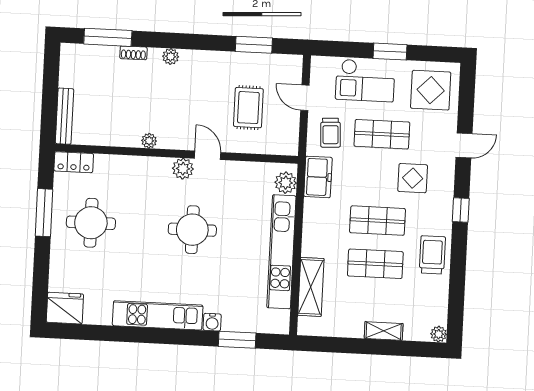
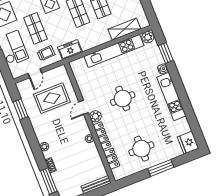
rug: (248, 108) -> (52, 98), width x1.36, depth x1.43
locker: (74, 162) -> (112, 159), moved
locker: (144, 165) -> (102, 136), added
plant: (286, 183) -> (148, 37), moved
window: (44, 213) -> (161, 168), moved

